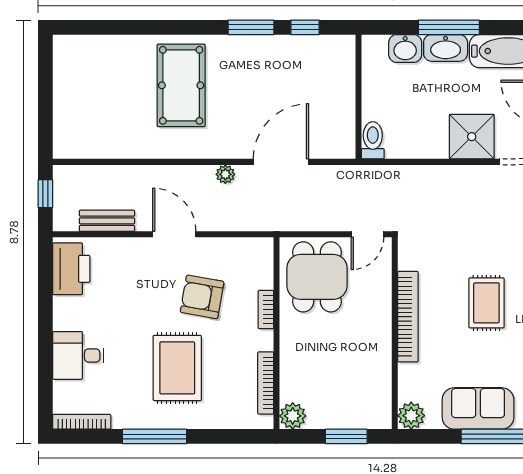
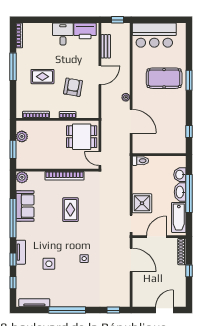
window: (251, 27) -> (189, 80), moved
window: (449, 27) -> (189, 193), width x1.46
bar counter: (81, 108) -> (154, 35), added
rug: (486, 303) -> (70, 210), turned 90
desk: (78, 355) -> (63, 34), moved
rug: (177, 368) -> (42, 77), width x0.73, depth x0.70
plant: (293, 416) -> (22, 136), moved

